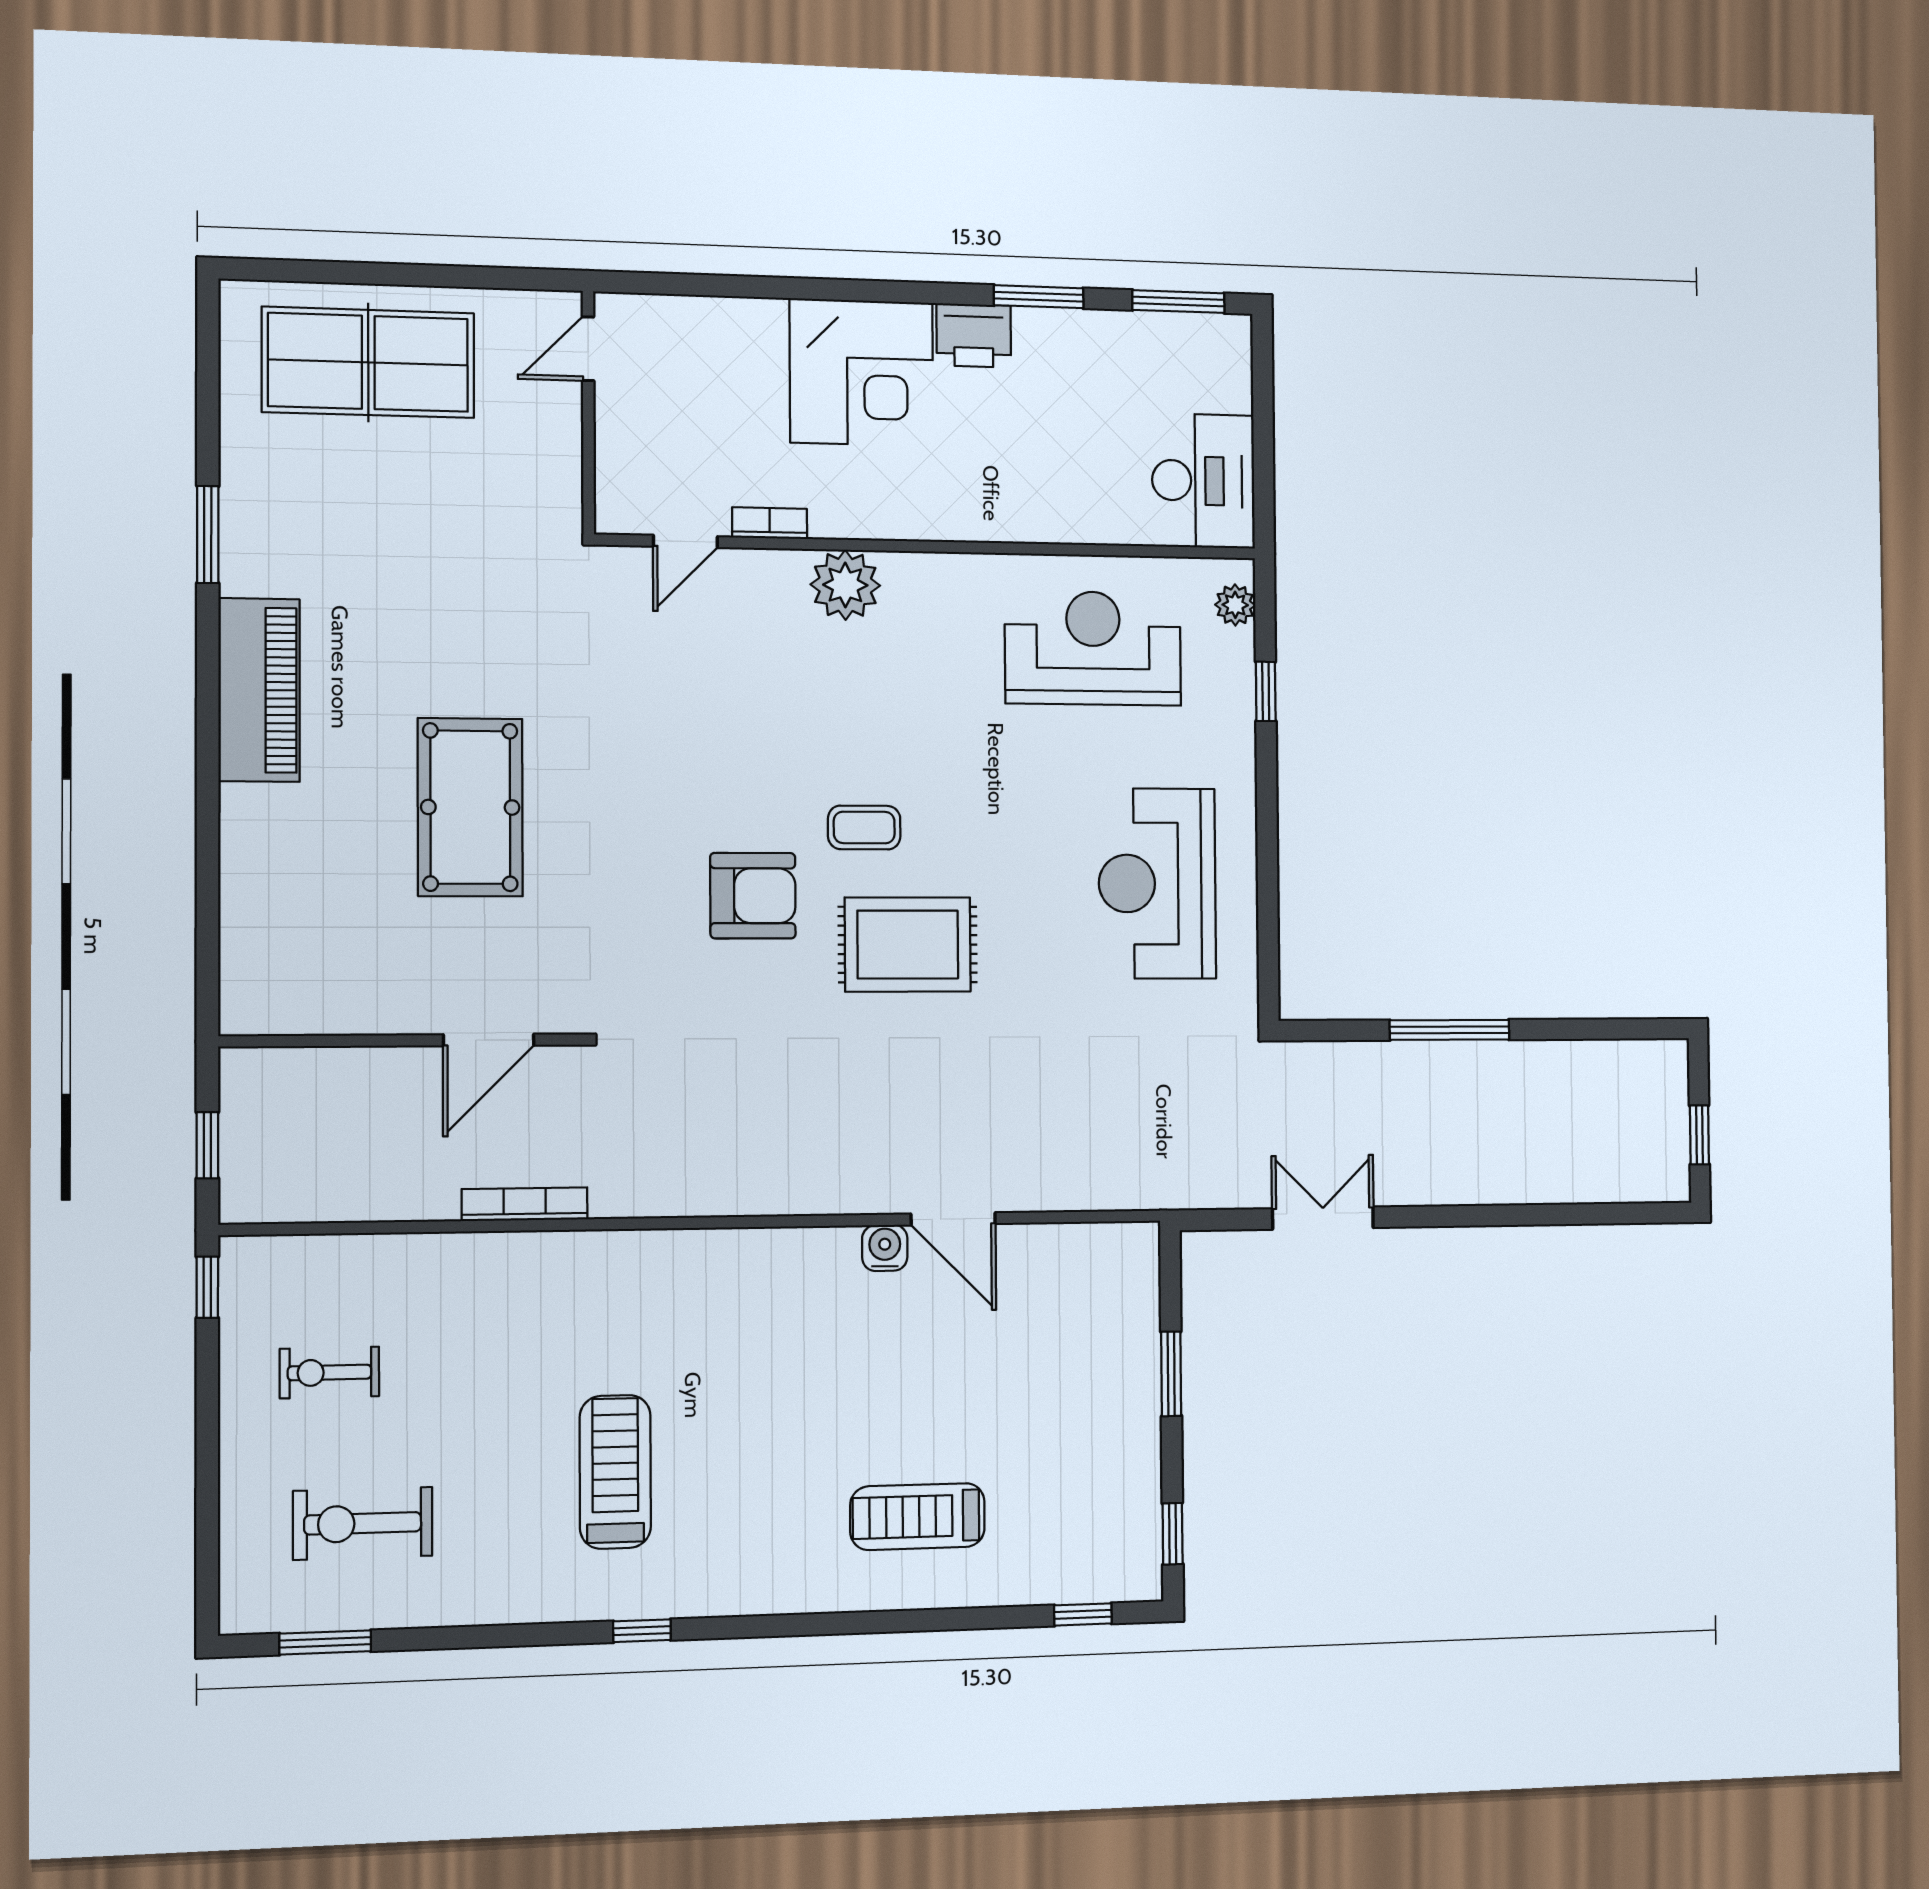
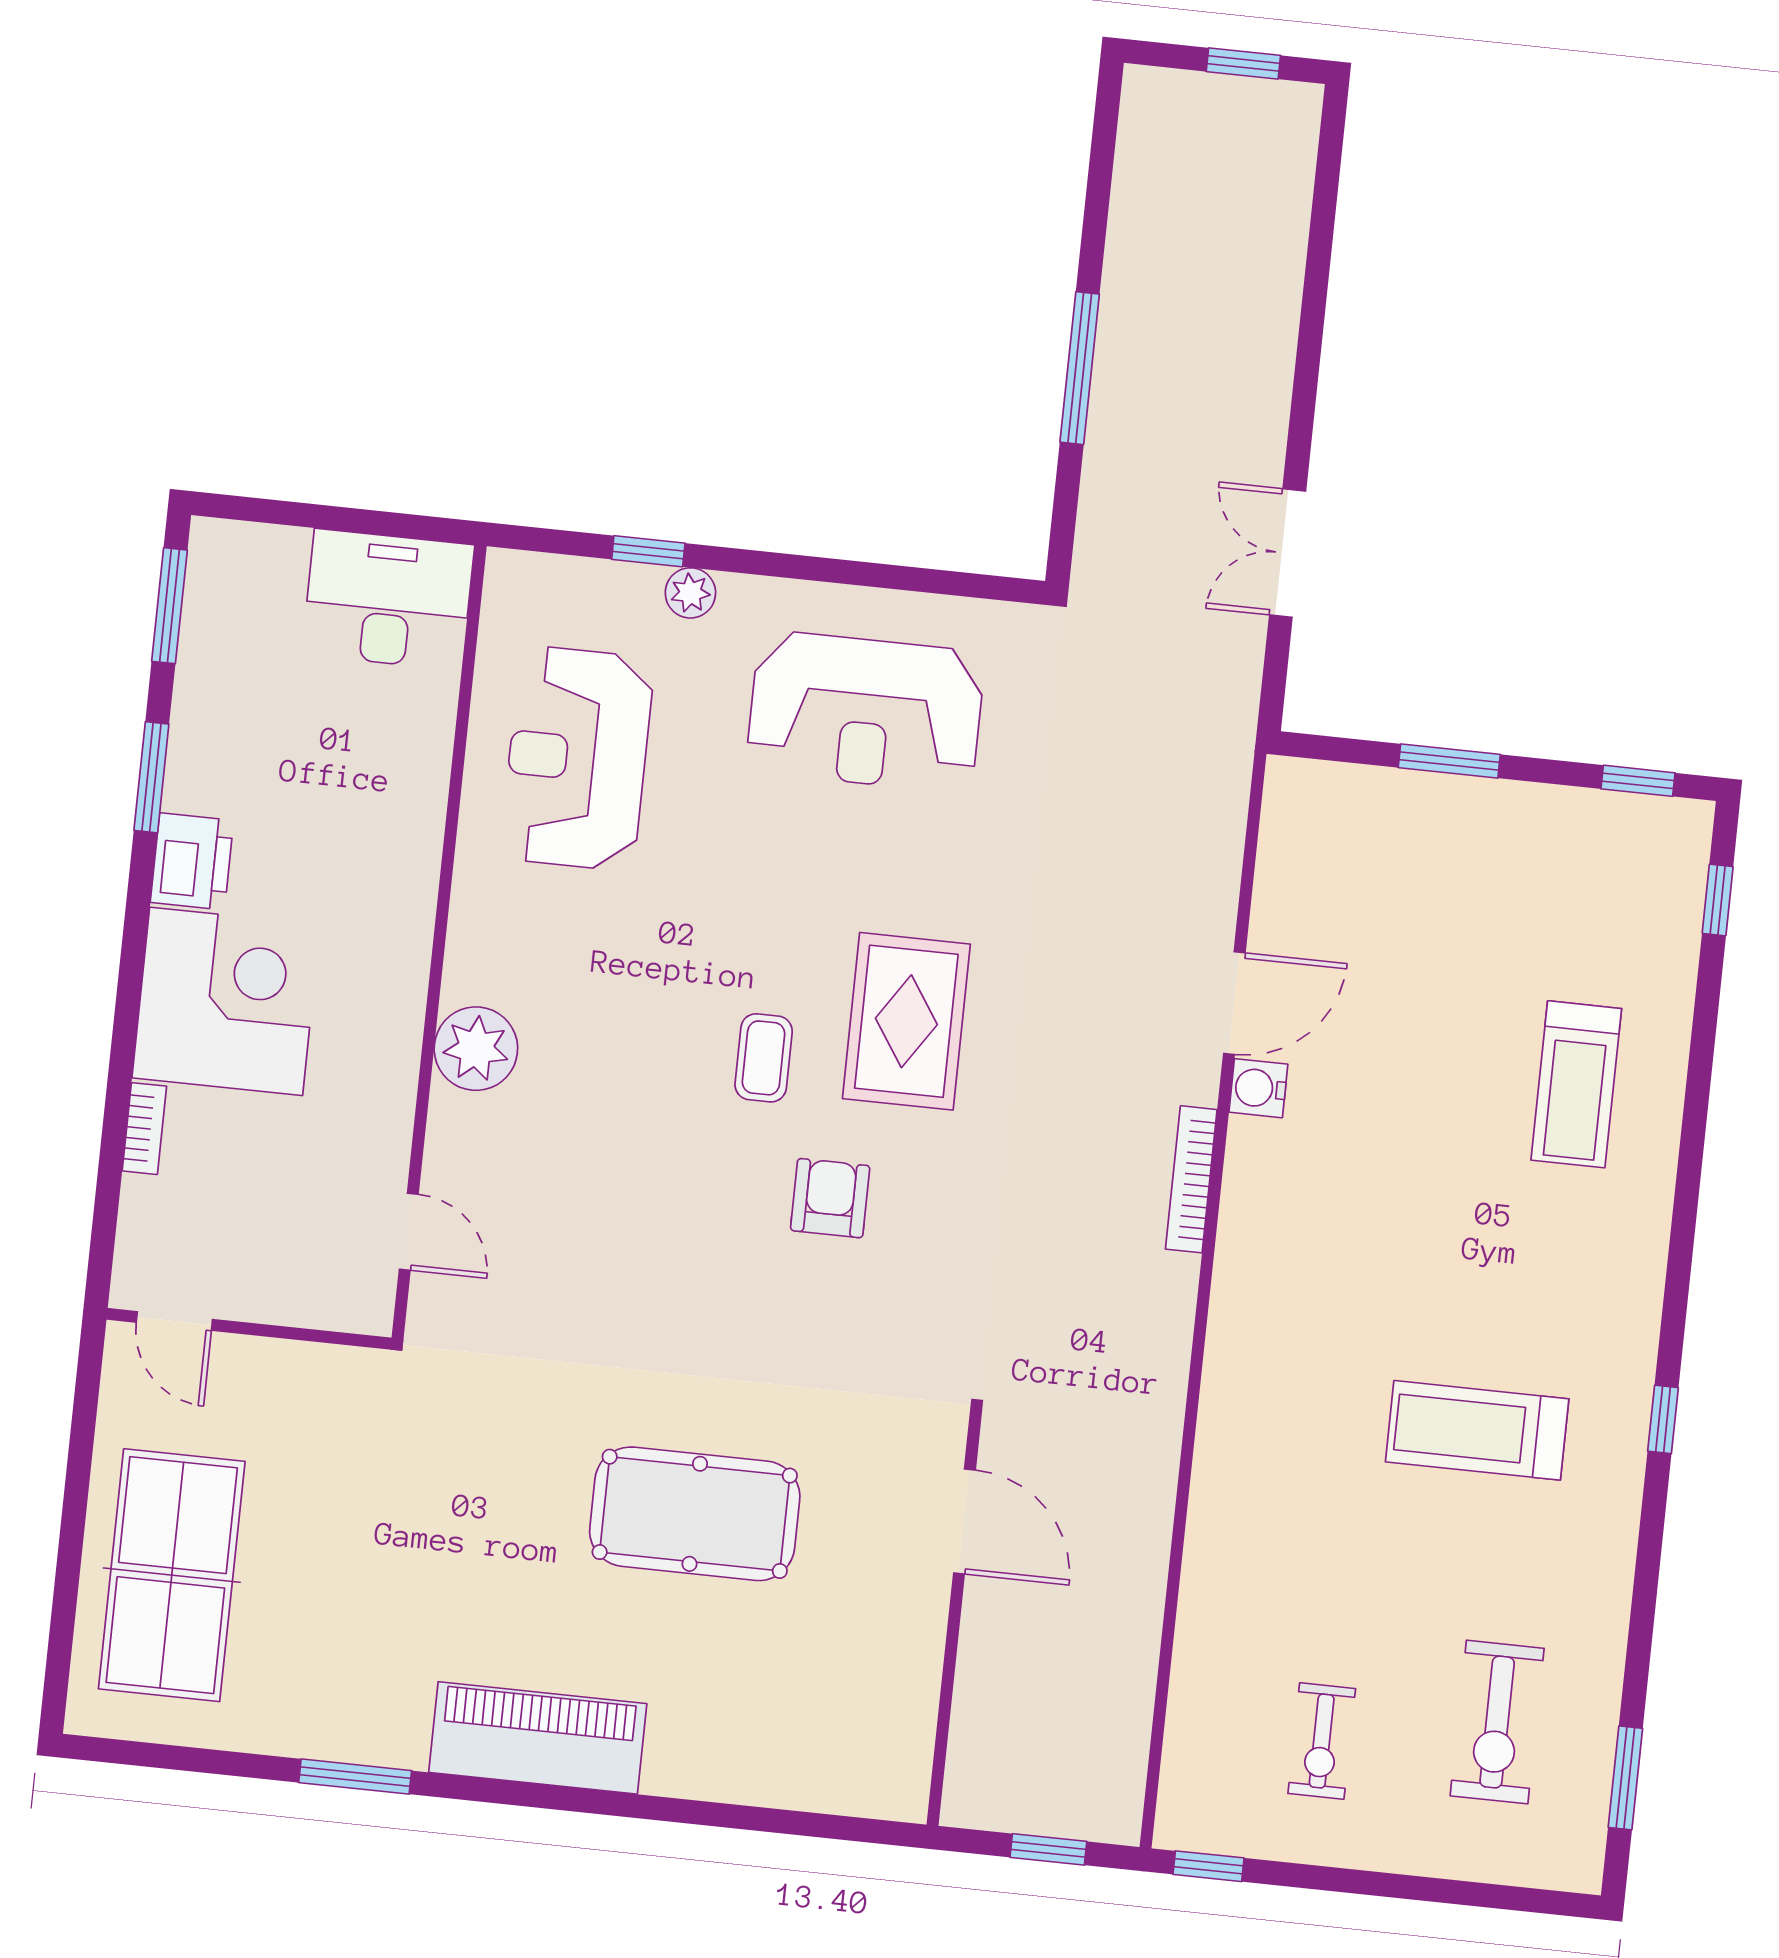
bookcase: (770, 523) -> (144, 1129), moved, turned 180
plant: (1235, 605) -> (690, 593), moved
armchair: (753, 896) -> (830, 1198), width x0.72, depth x0.72
bookcase: (525, 1204) -> (1191, 1179), moved

